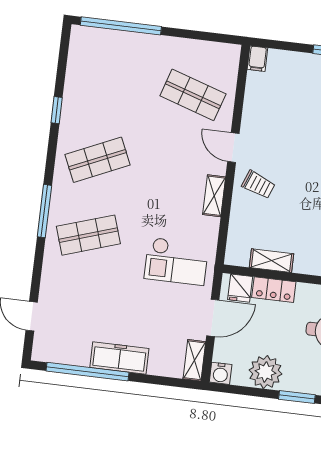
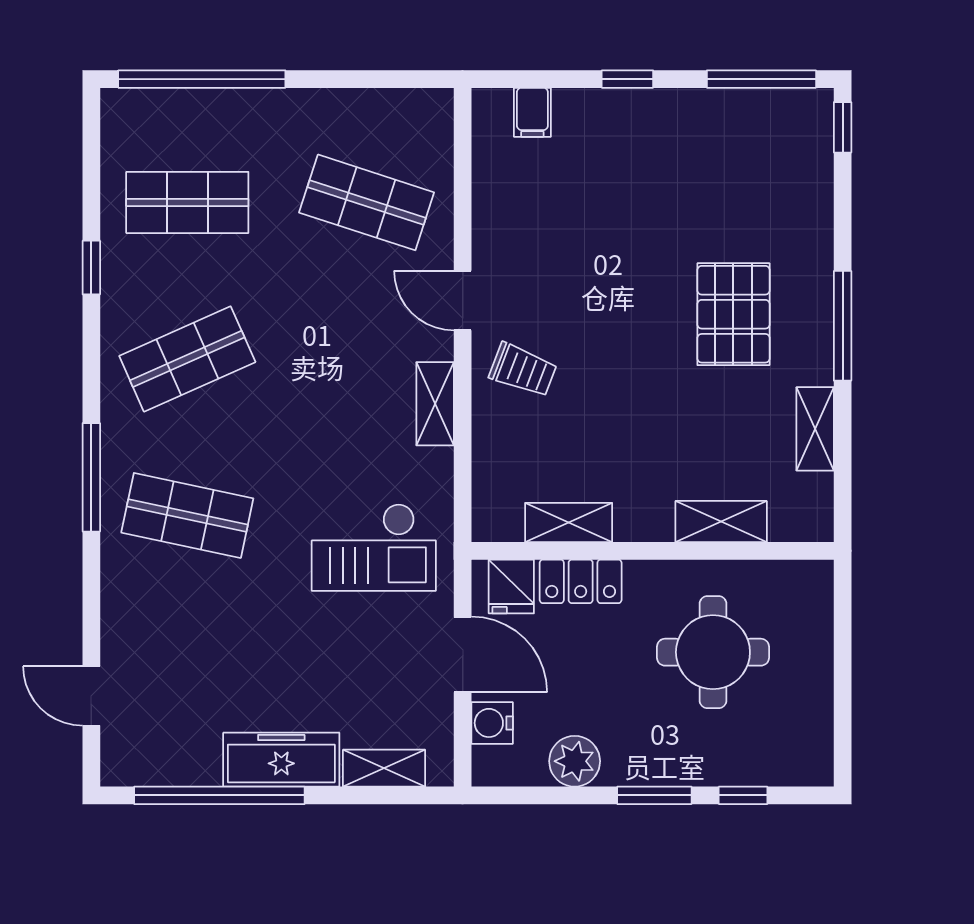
filing cabinet: (257, 59) -> (532, 112), moved
shop shelf: (107, 84) -> (187, 202), added
shop shelf: (88, 235) -> (187, 515), turned 30
door: (213, 318) -> (463, 654), hinge flipped
shelving: (194, 360) -> (384, 768), moved, turned 90
plant: (265, 372) -> (575, 761), width x0.73, depth x0.73
water cooler: (221, 373) -> (492, 723), moved, turned 90

